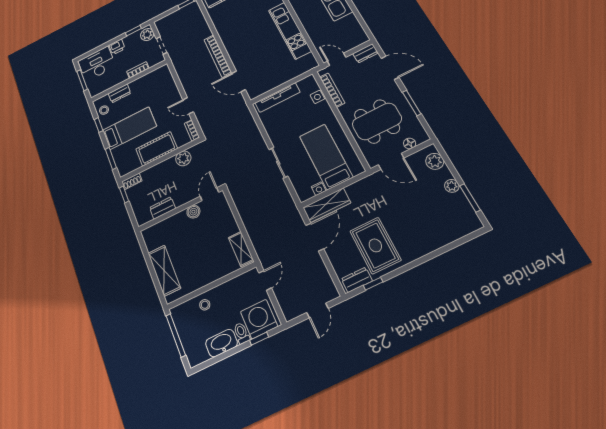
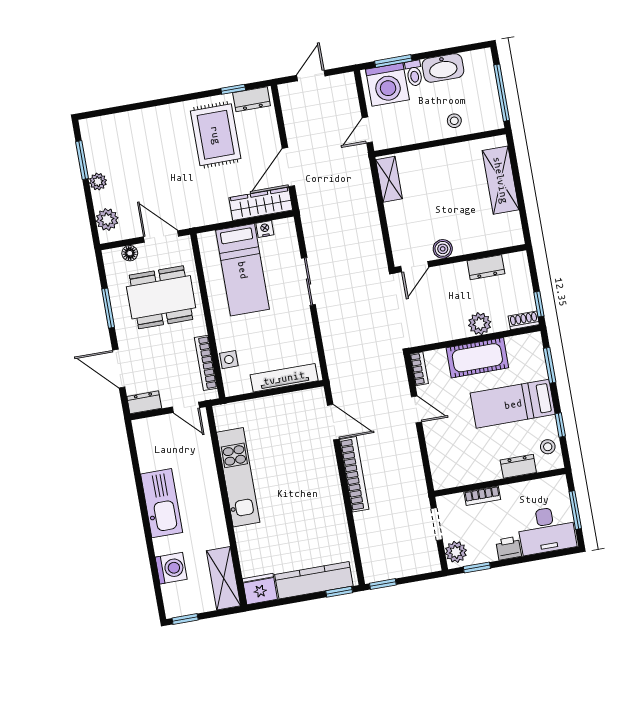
plant: (183, 158) -> (480, 324), moved
window: (259, 339) -> (393, 61), width x1.50

